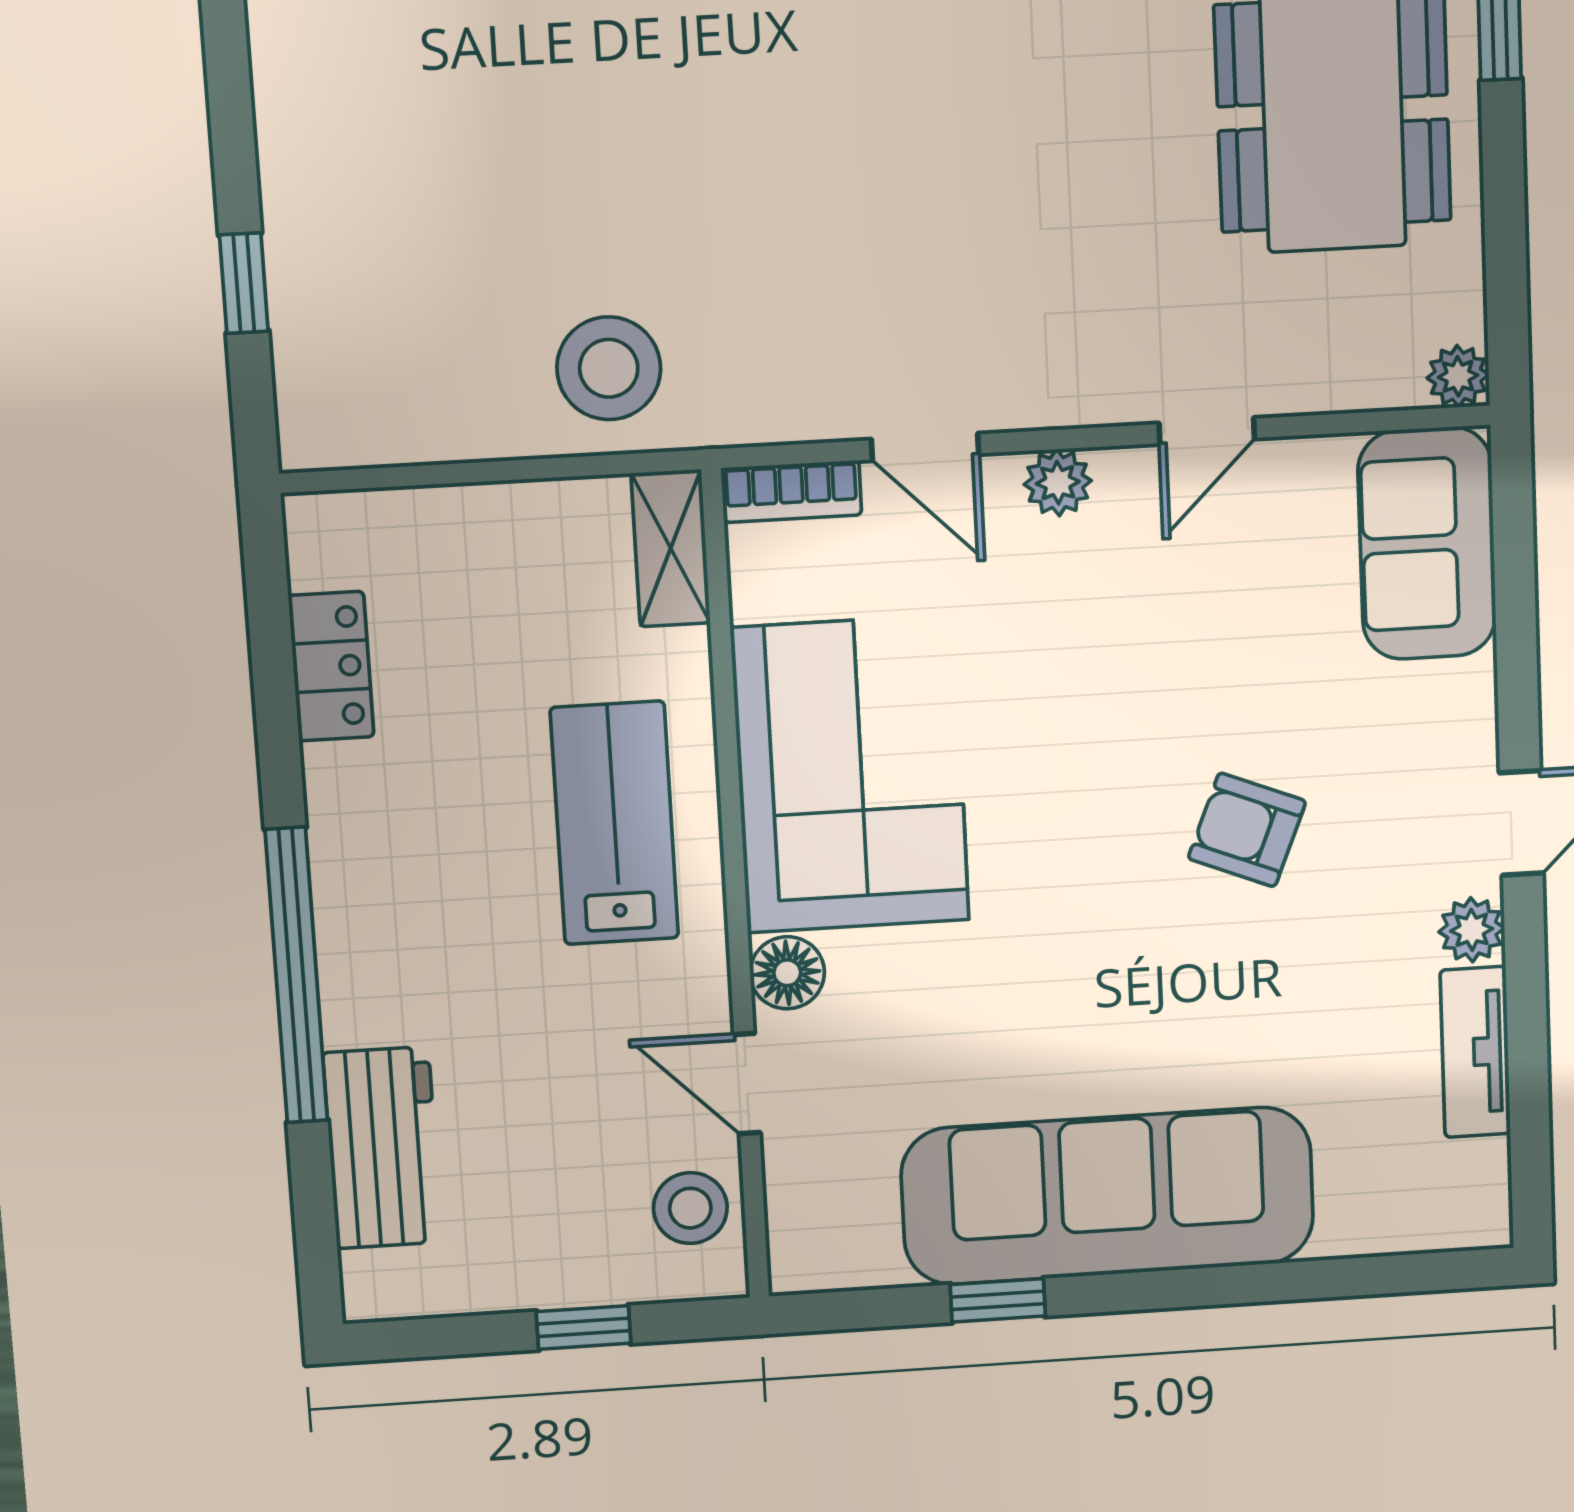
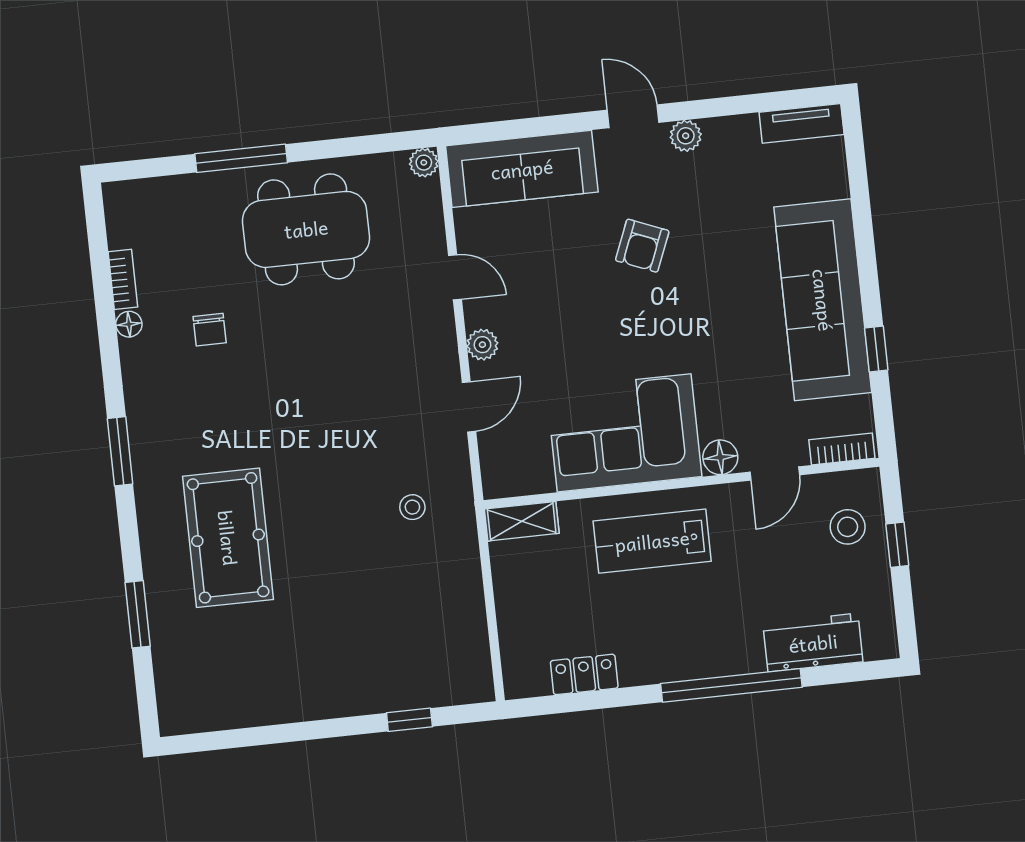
stool: (609, 368) -> (412, 507), moved, width x0.53, depth x0.53
bookcase: (791, 492) -> (842, 449), moved, turned -90
sofa: (1427, 543) -> (522, 169), width x1.36
tv unit: (1475, 1052) -> (802, 123), moved
stool: (690, 1208) -> (848, 527), moved

